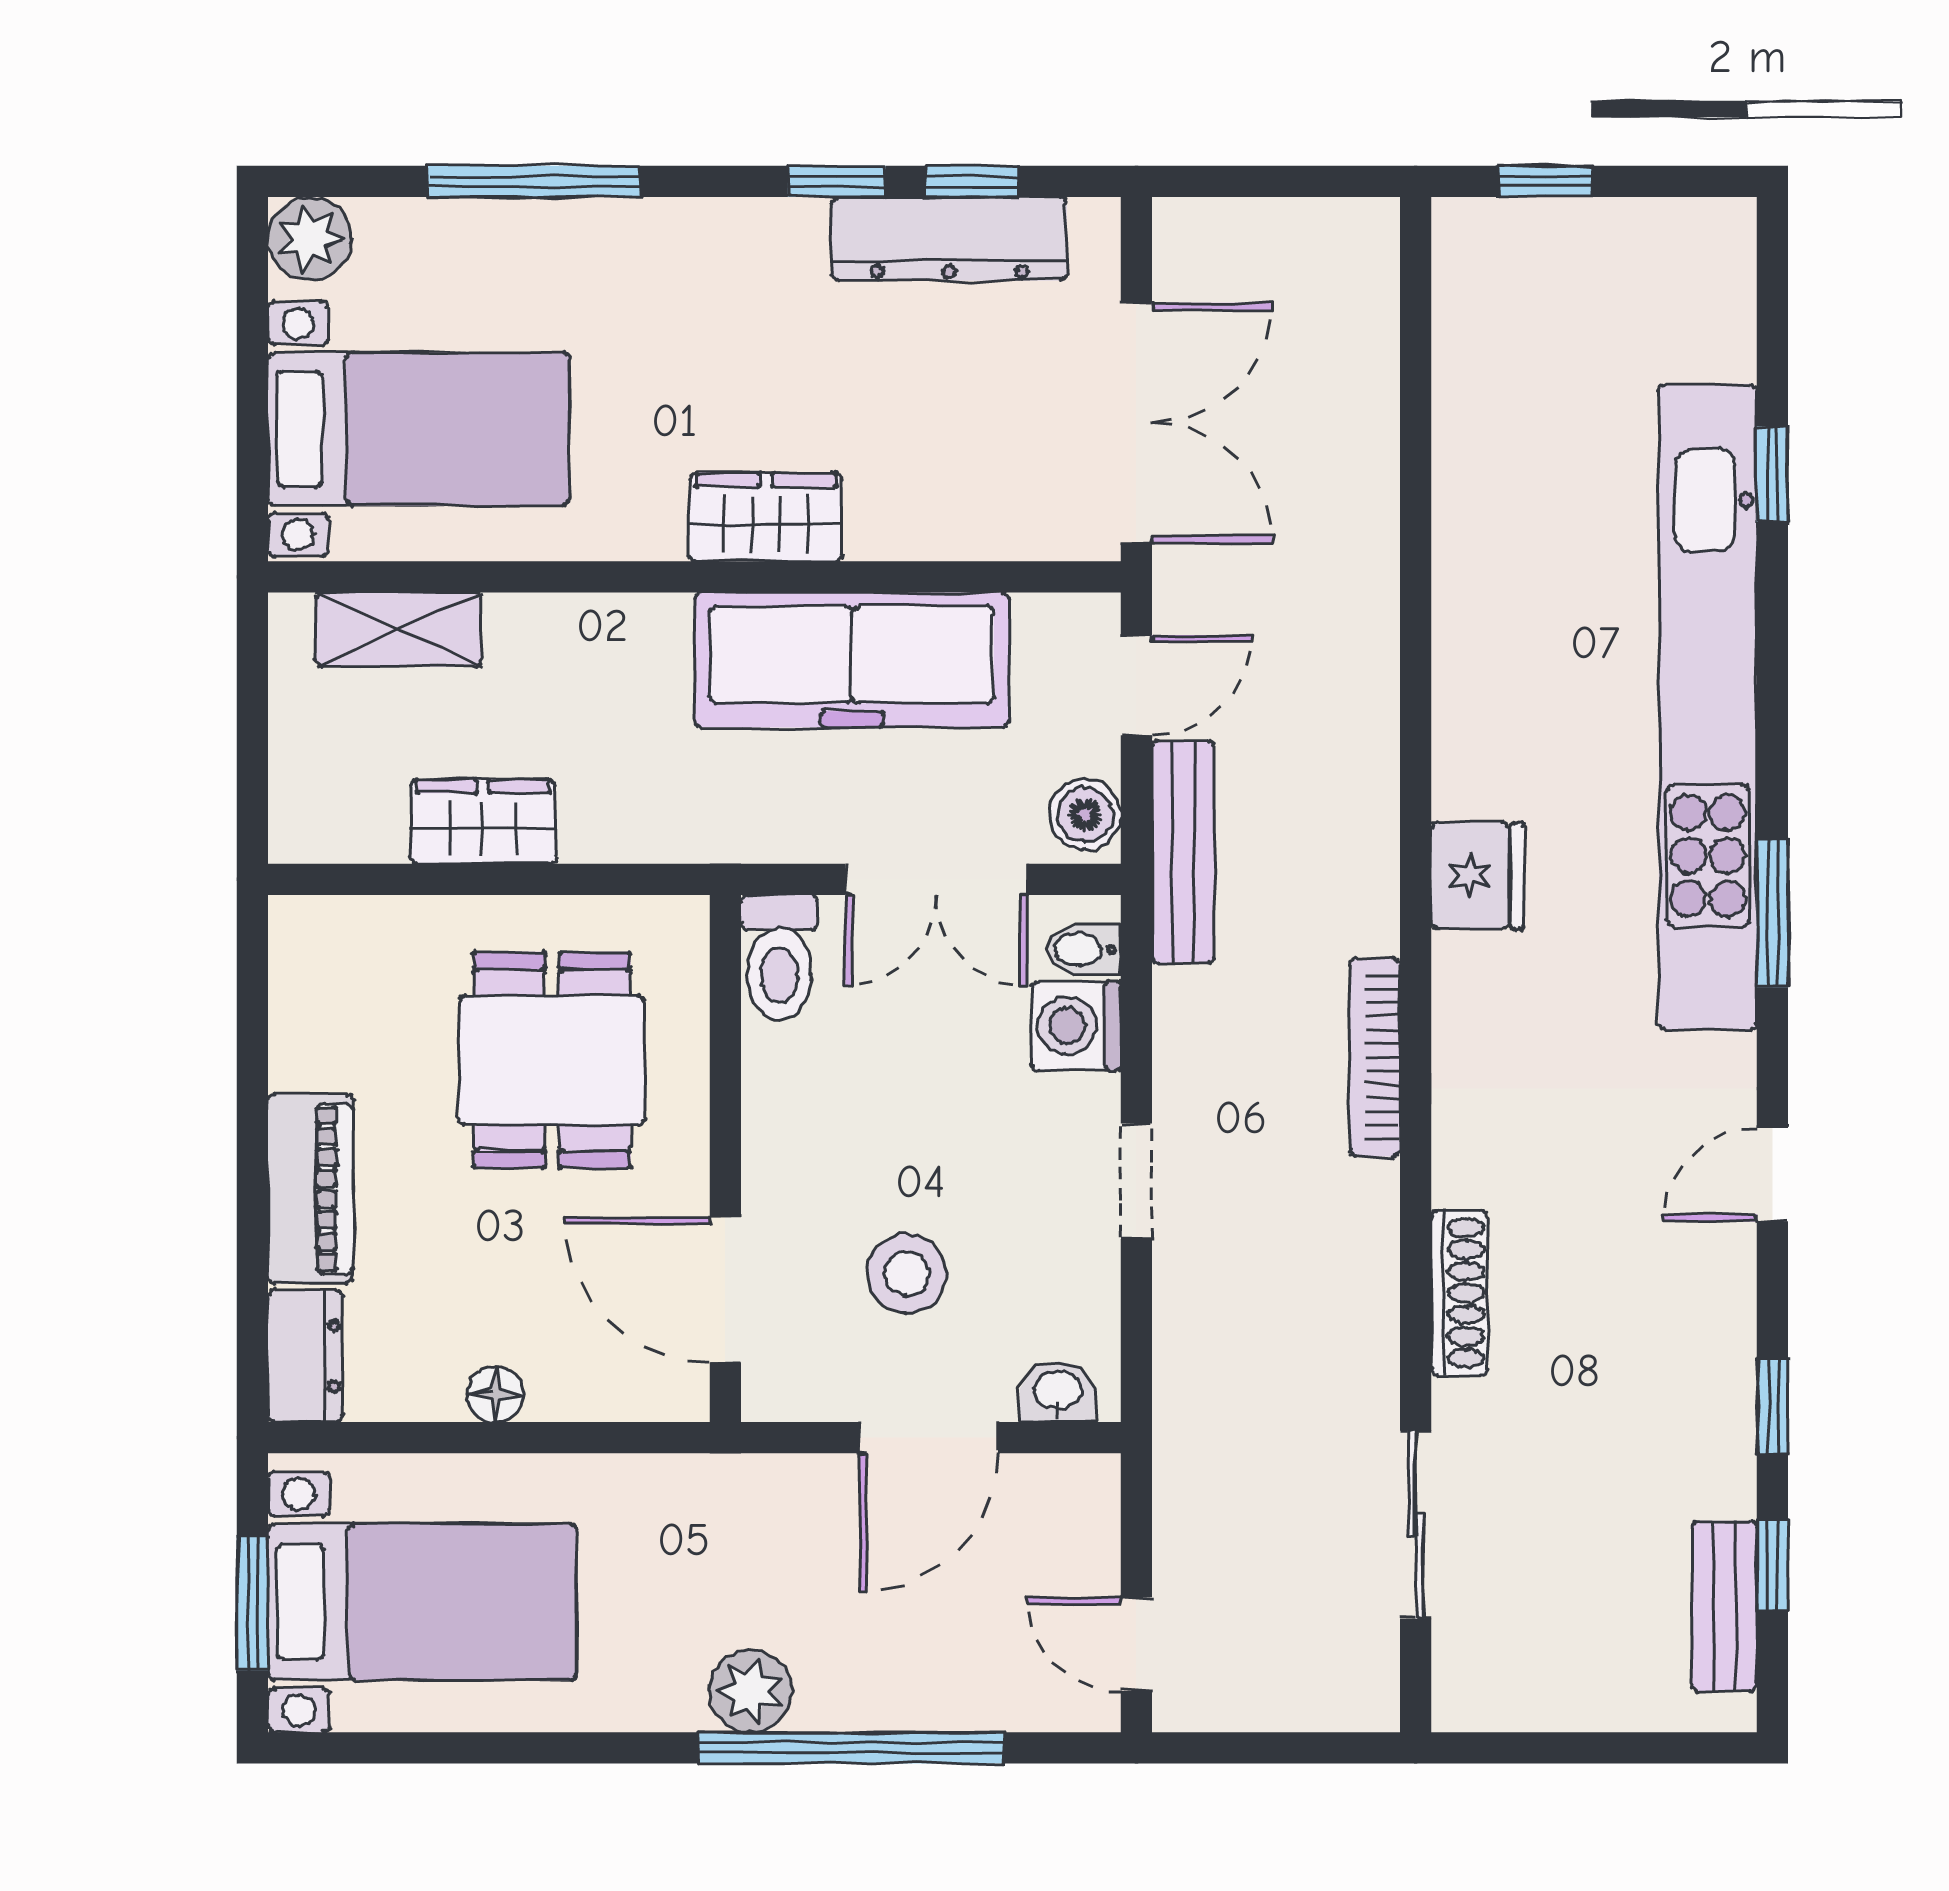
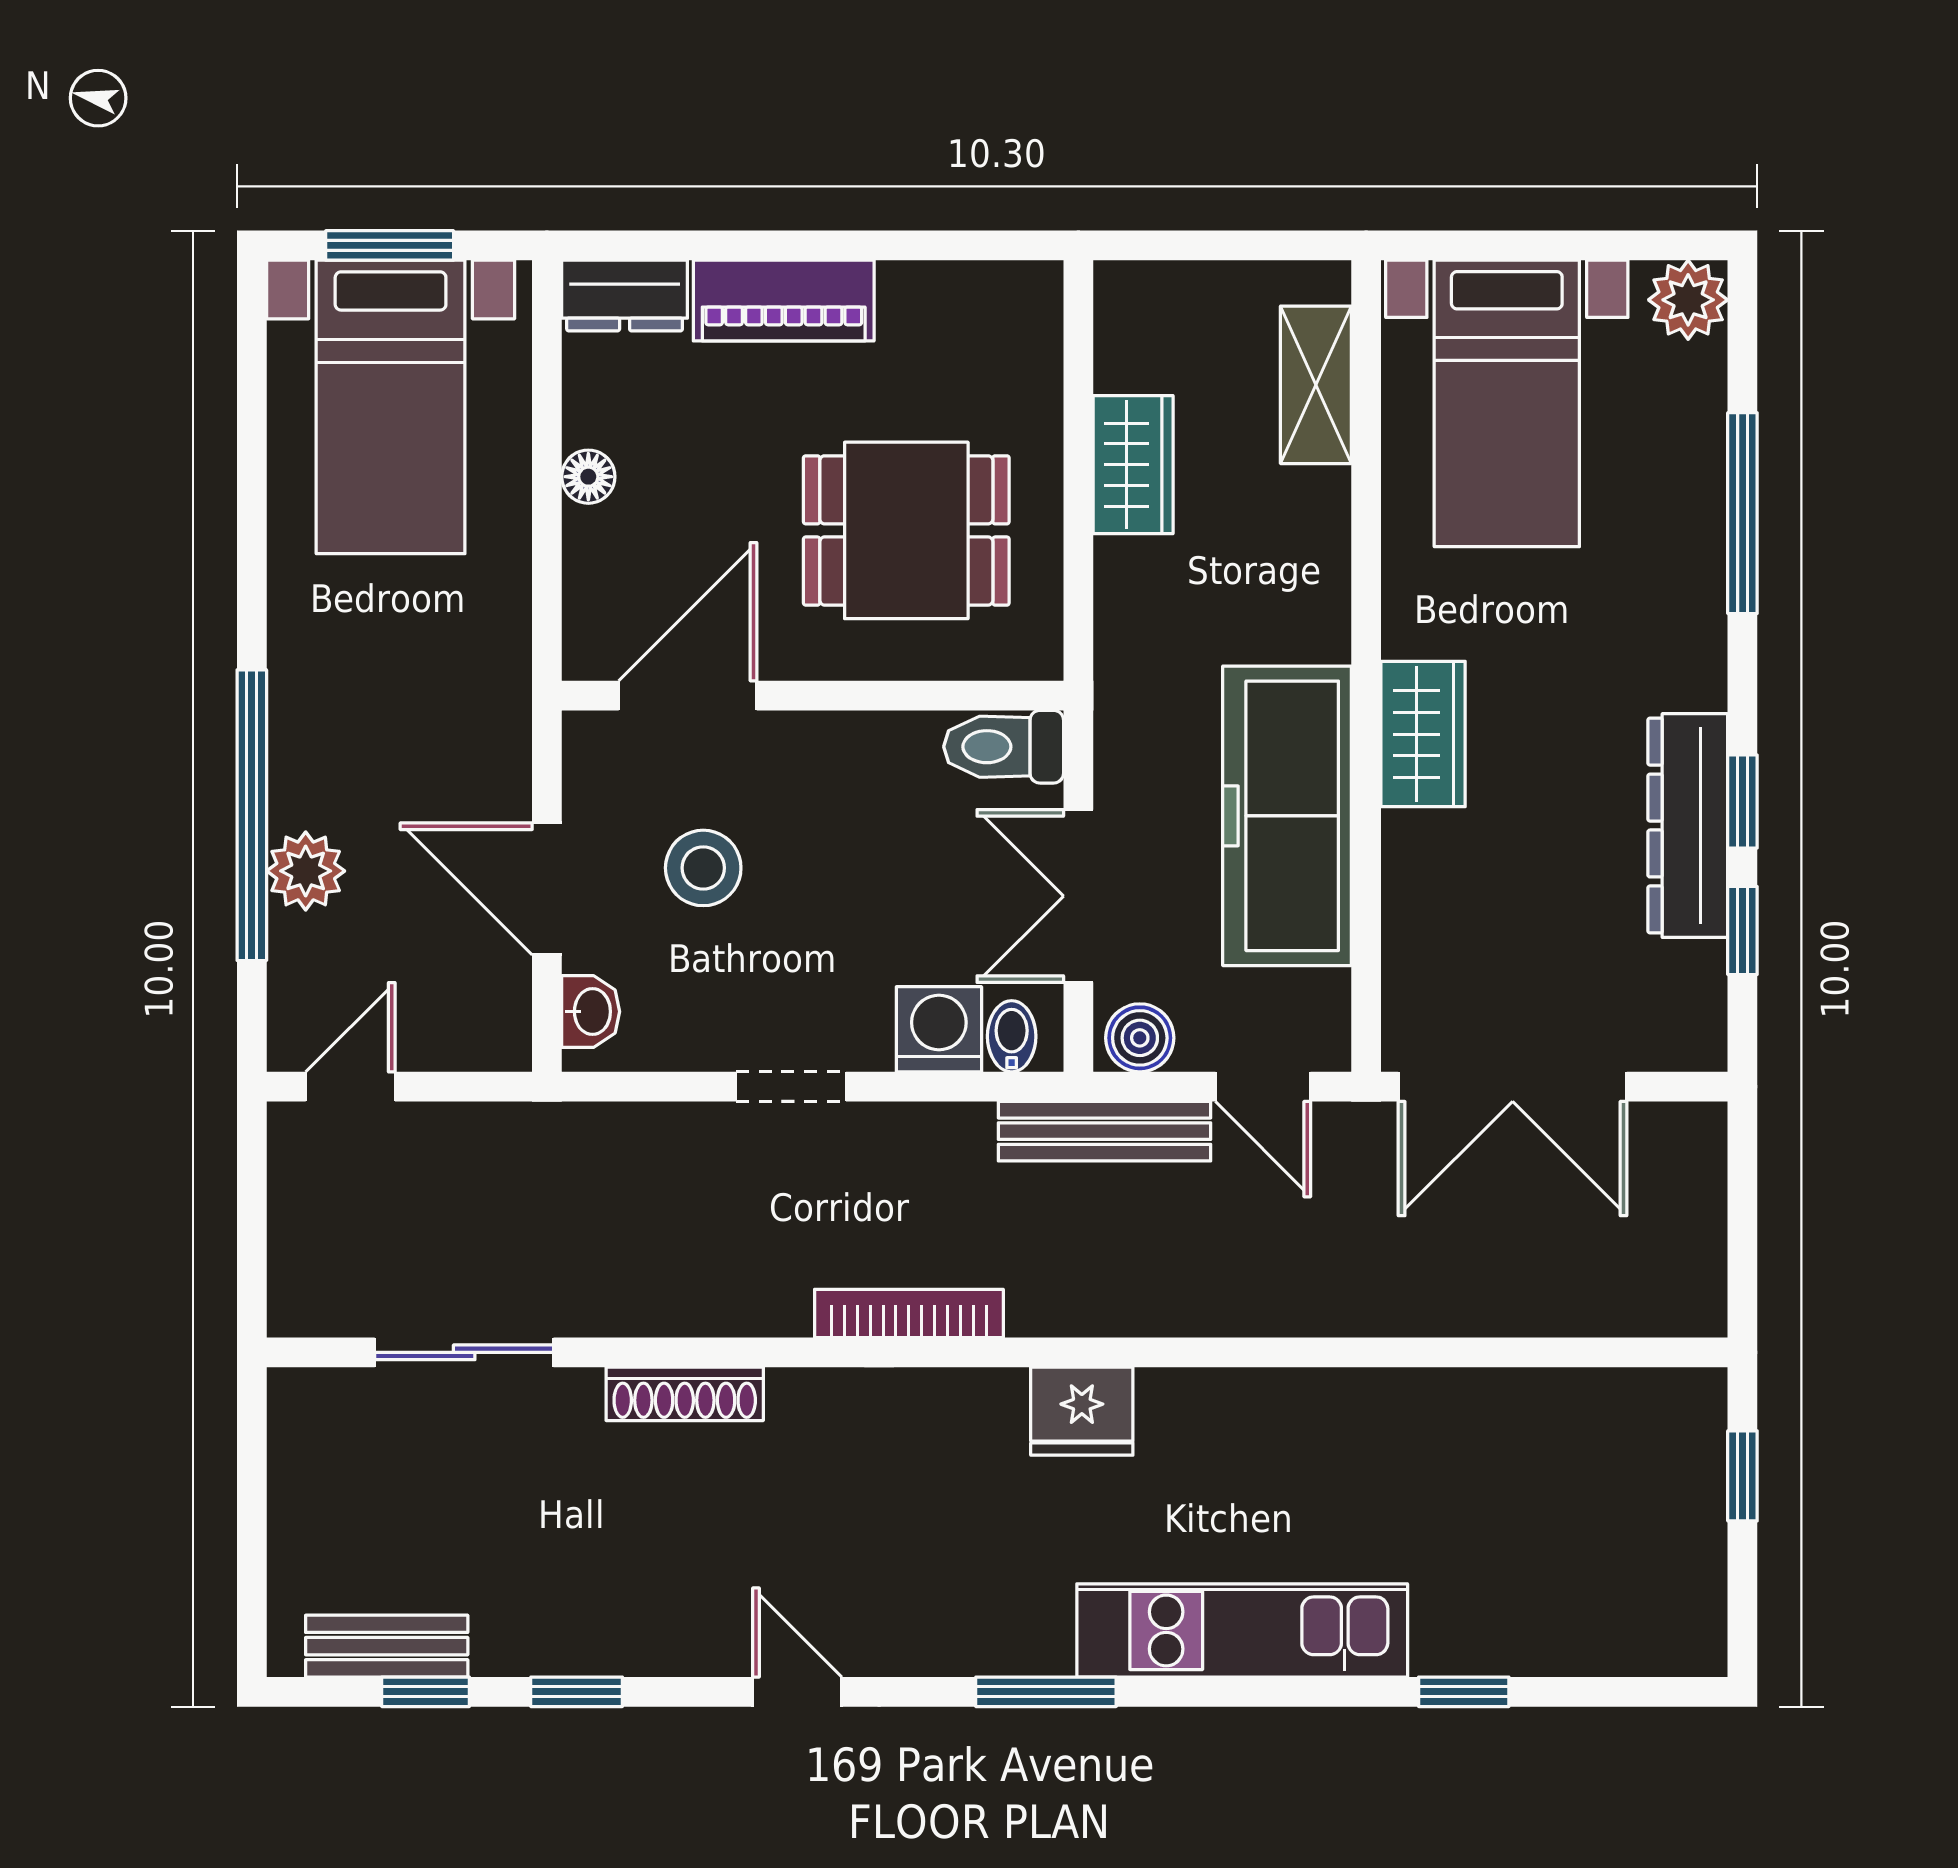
dresser: (949, 239) -> (1688, 826), moved
kitchen unit: (1708, 707) -> (1242, 1630), width x0.54
plant: (751, 1691) -> (306, 871), moved

